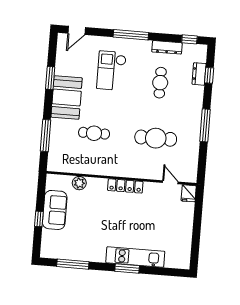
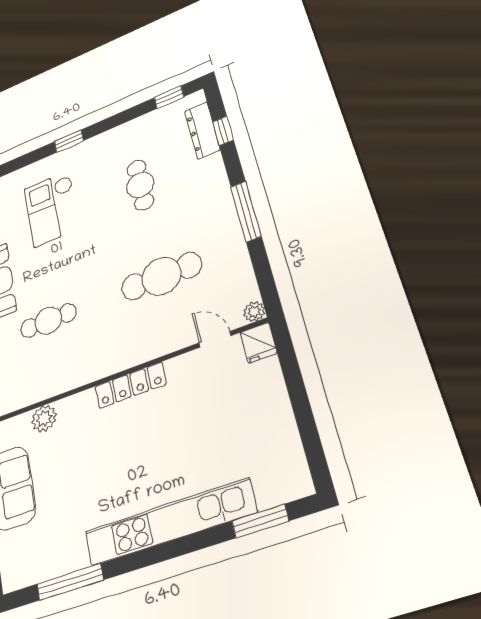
window: (131, 35) -> (69, 141), width x0.46
dresser: (167, 47) -> (135, 128), removed
dresser: (199, 74) -> (202, 130), width x1.44
plant: (192, 178) -> (254, 312), added
kitchen unit: (135, 257) -> (170, 522), width x1.36
window: (127, 268) -> (260, 521), moved

